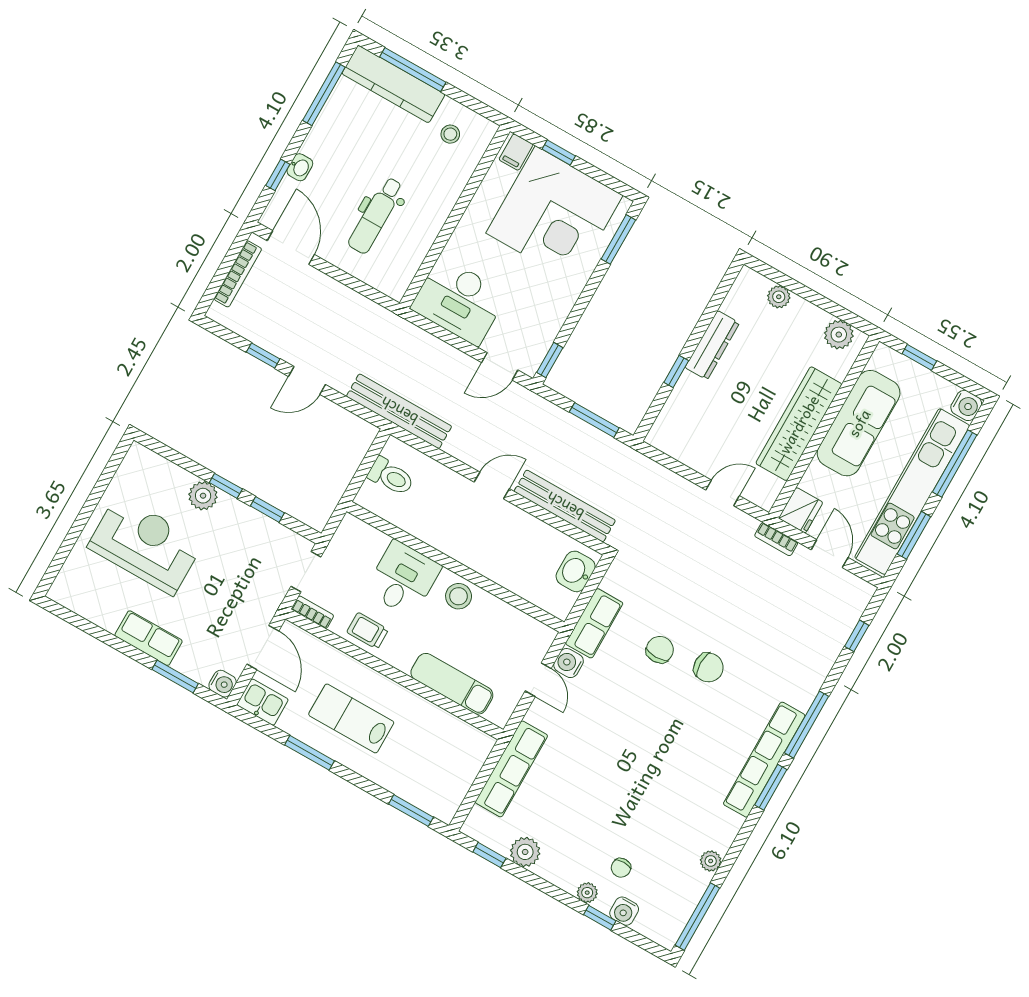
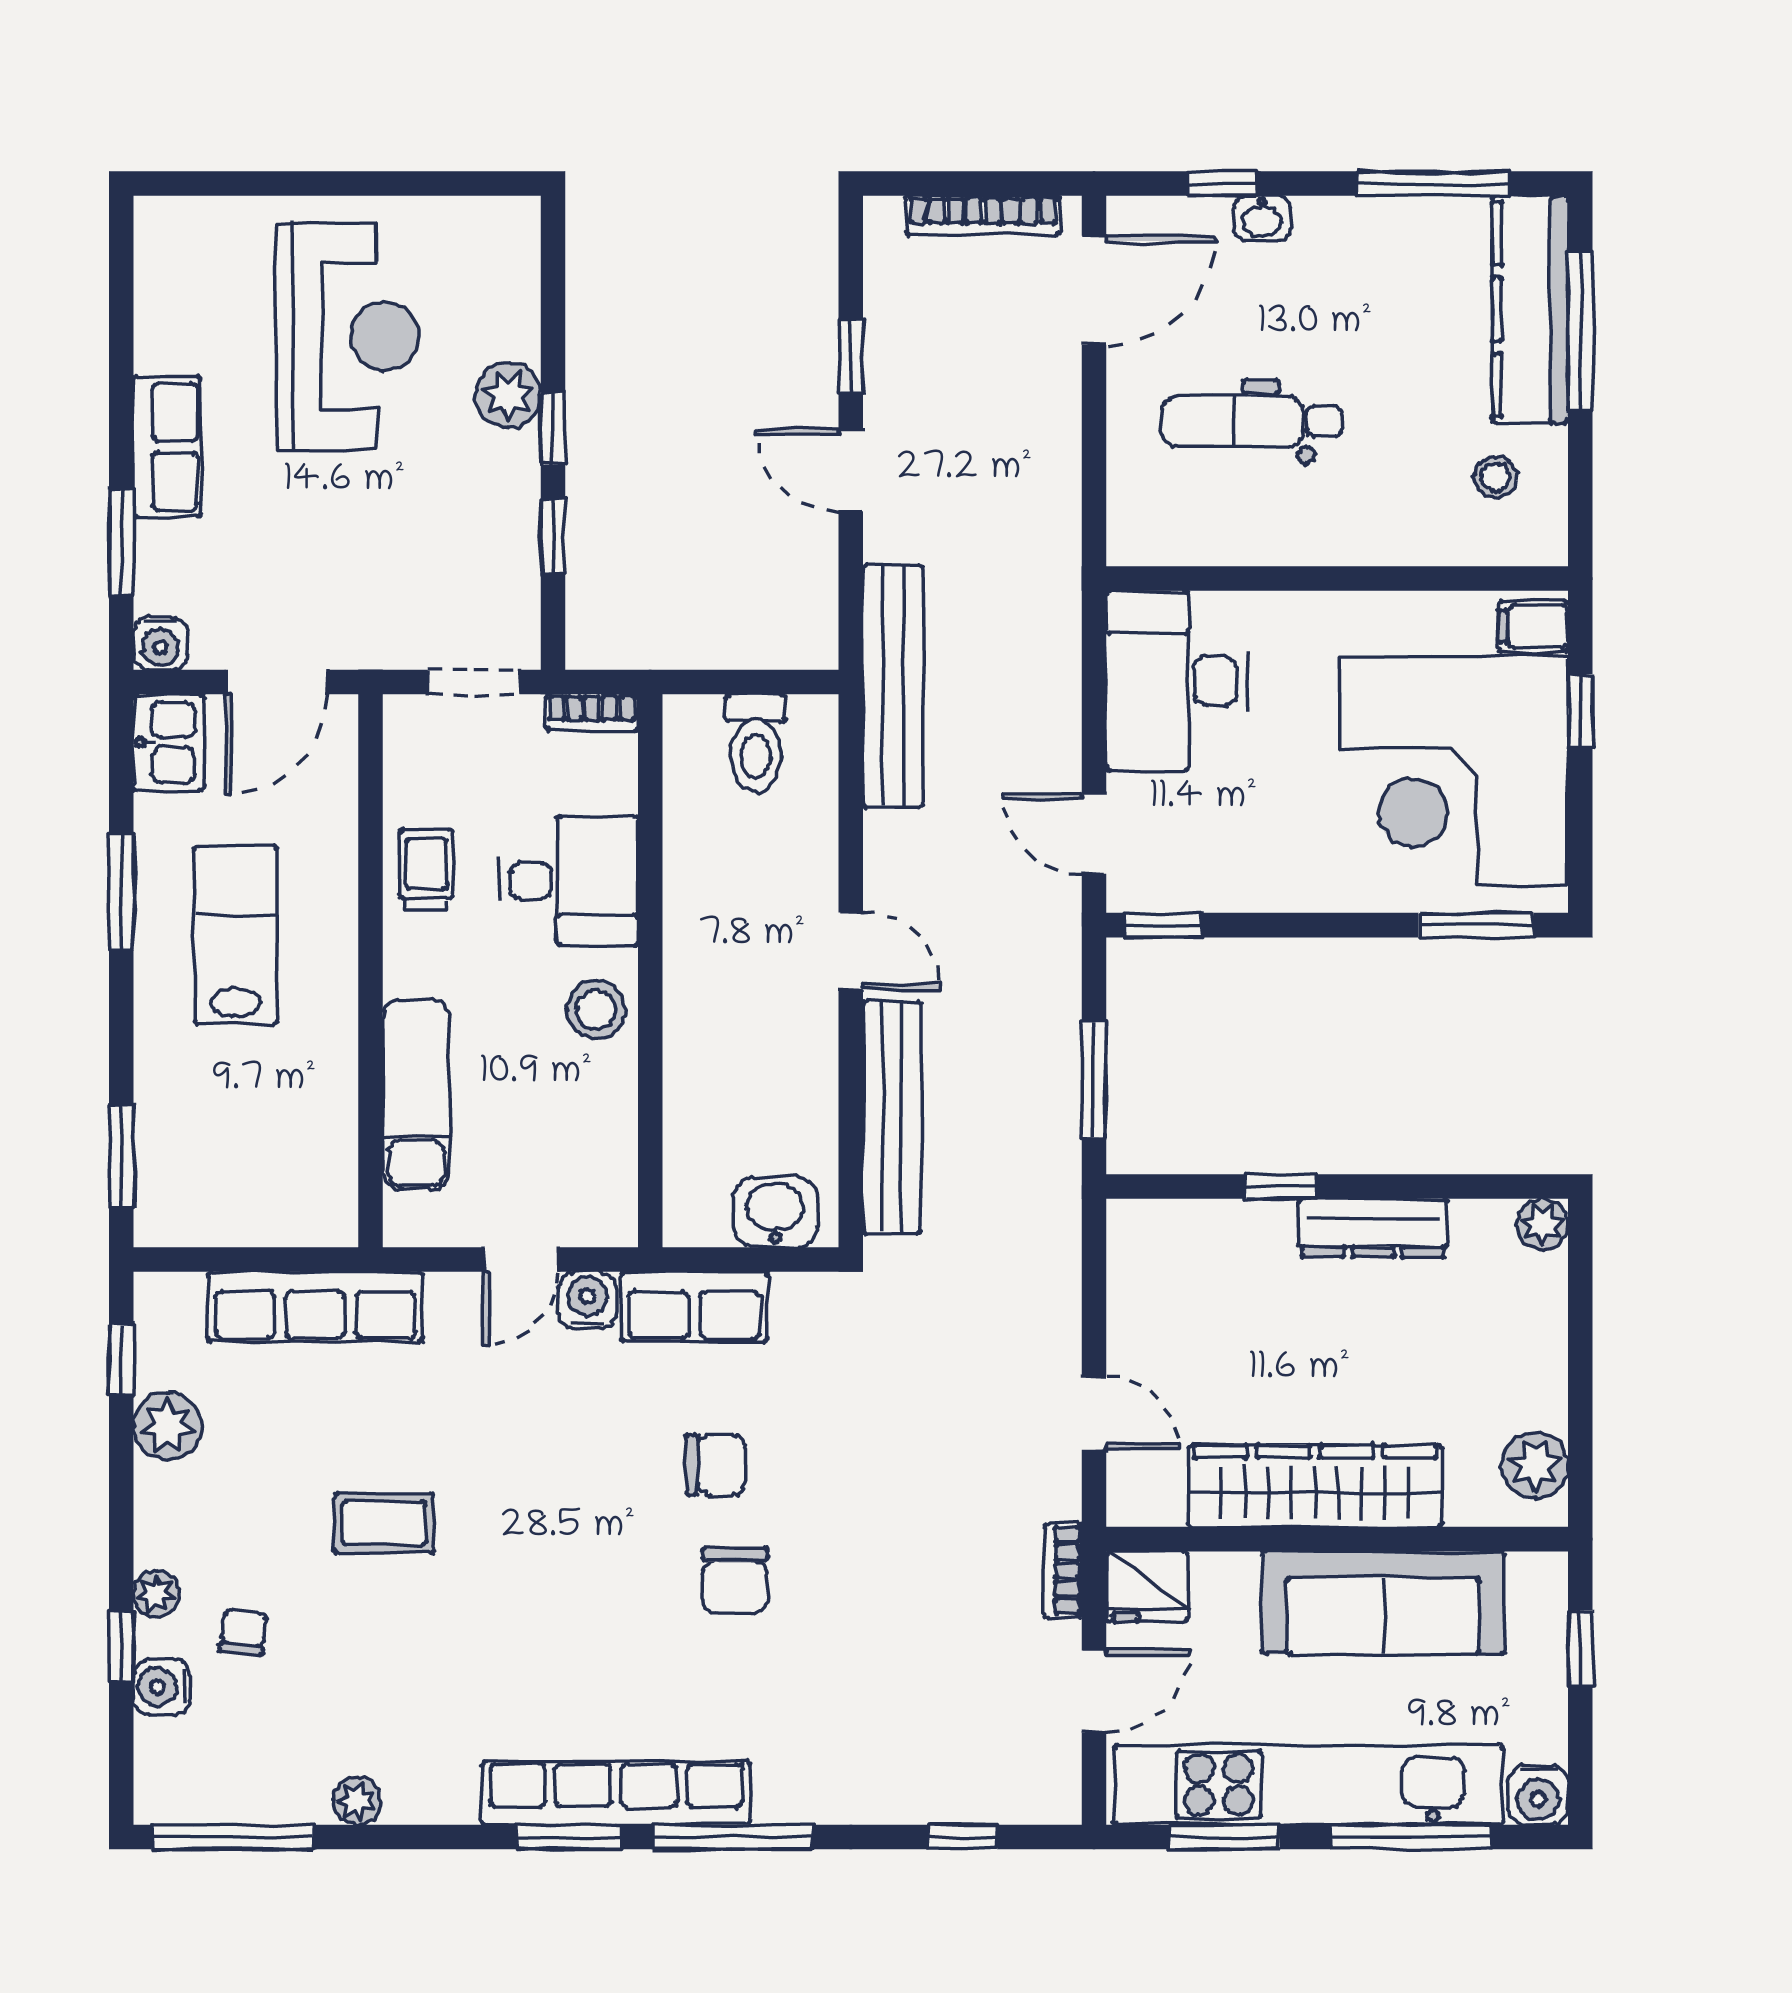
plant: (779, 297) -> (1542, 1224), moved
bookcase: (312, 612) -> (592, 713), moved, turned 90
coffee table: (610, 790) -> (384, 1523), added
chair: (621, 868) -> (243, 1632), turned 97

